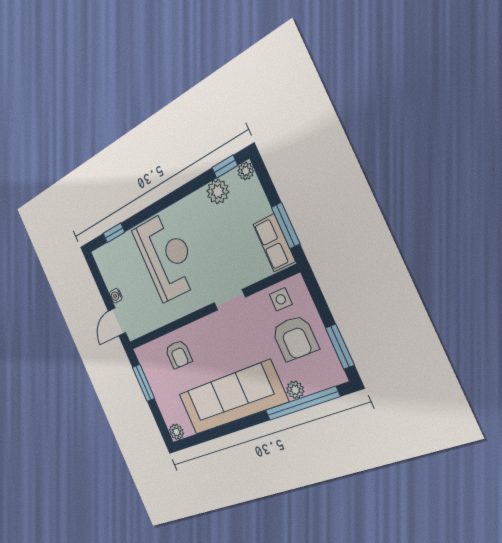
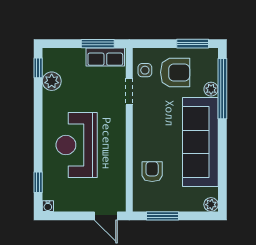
plant: (246, 171) -> (49, 54), removed
reception desk: (166, 257) -> (77, 145), turned -90
water cooler: (116, 296) -> (48, 206), moved
doorway: (230, 300) -> (129, 92), moved
armchair: (179, 354) -> (152, 172), turned -90

